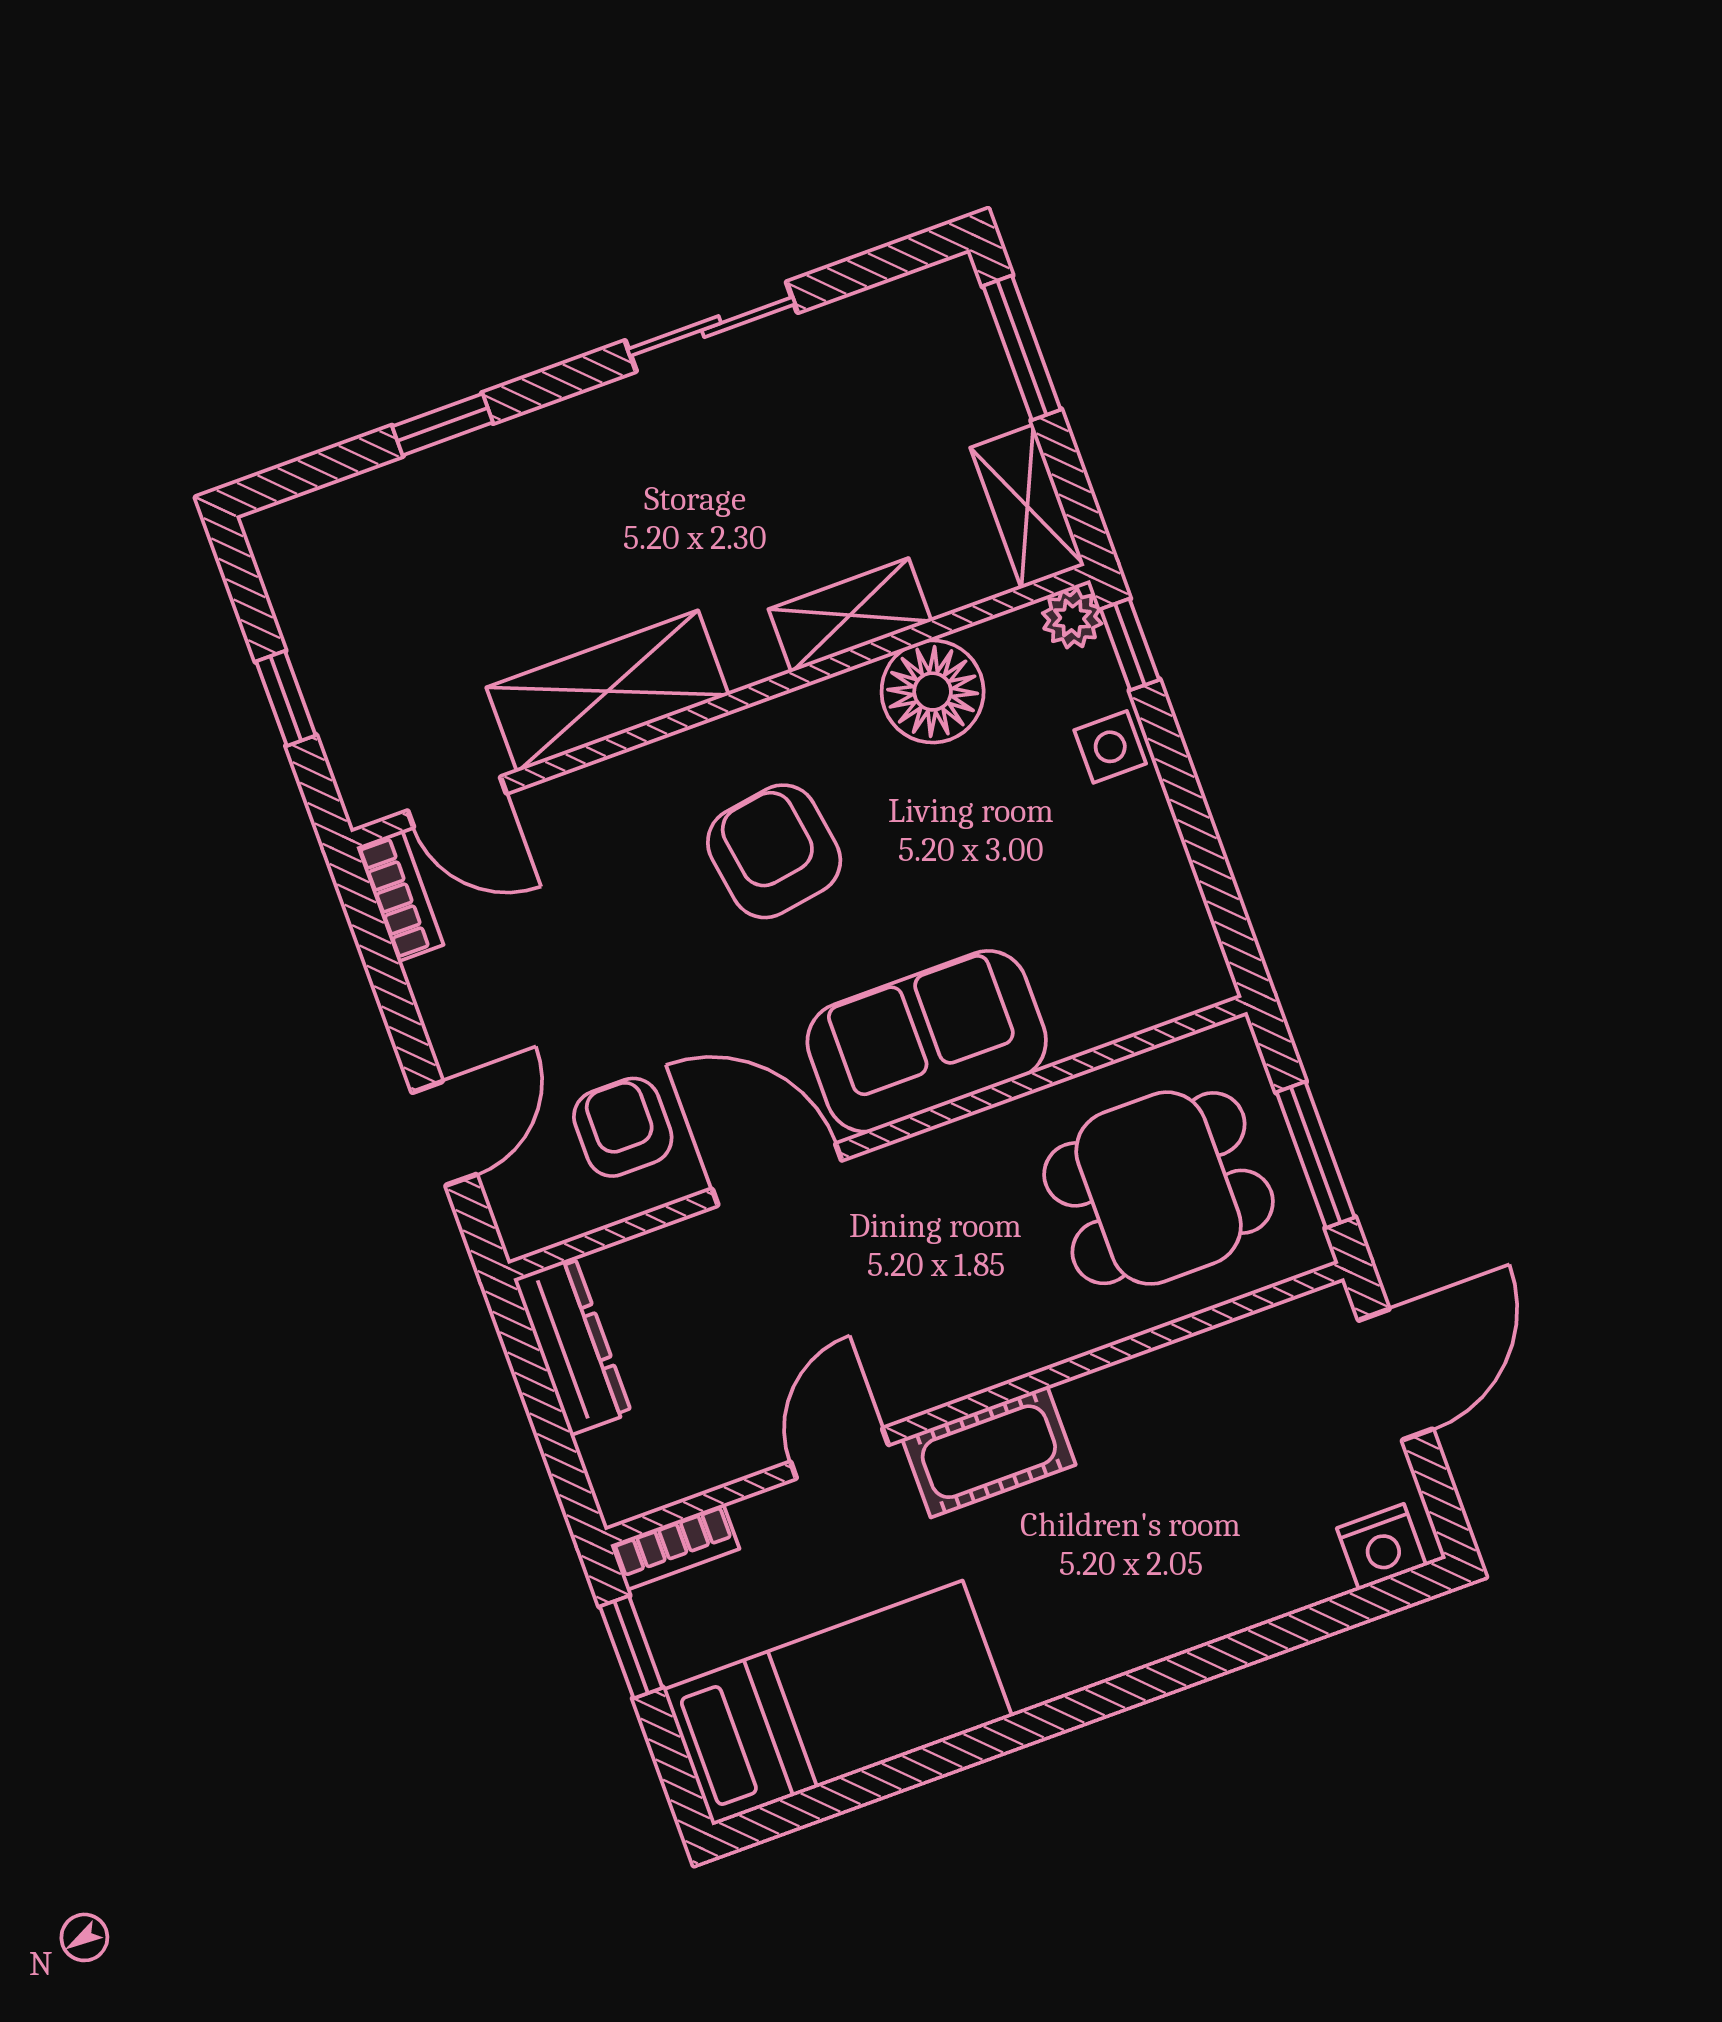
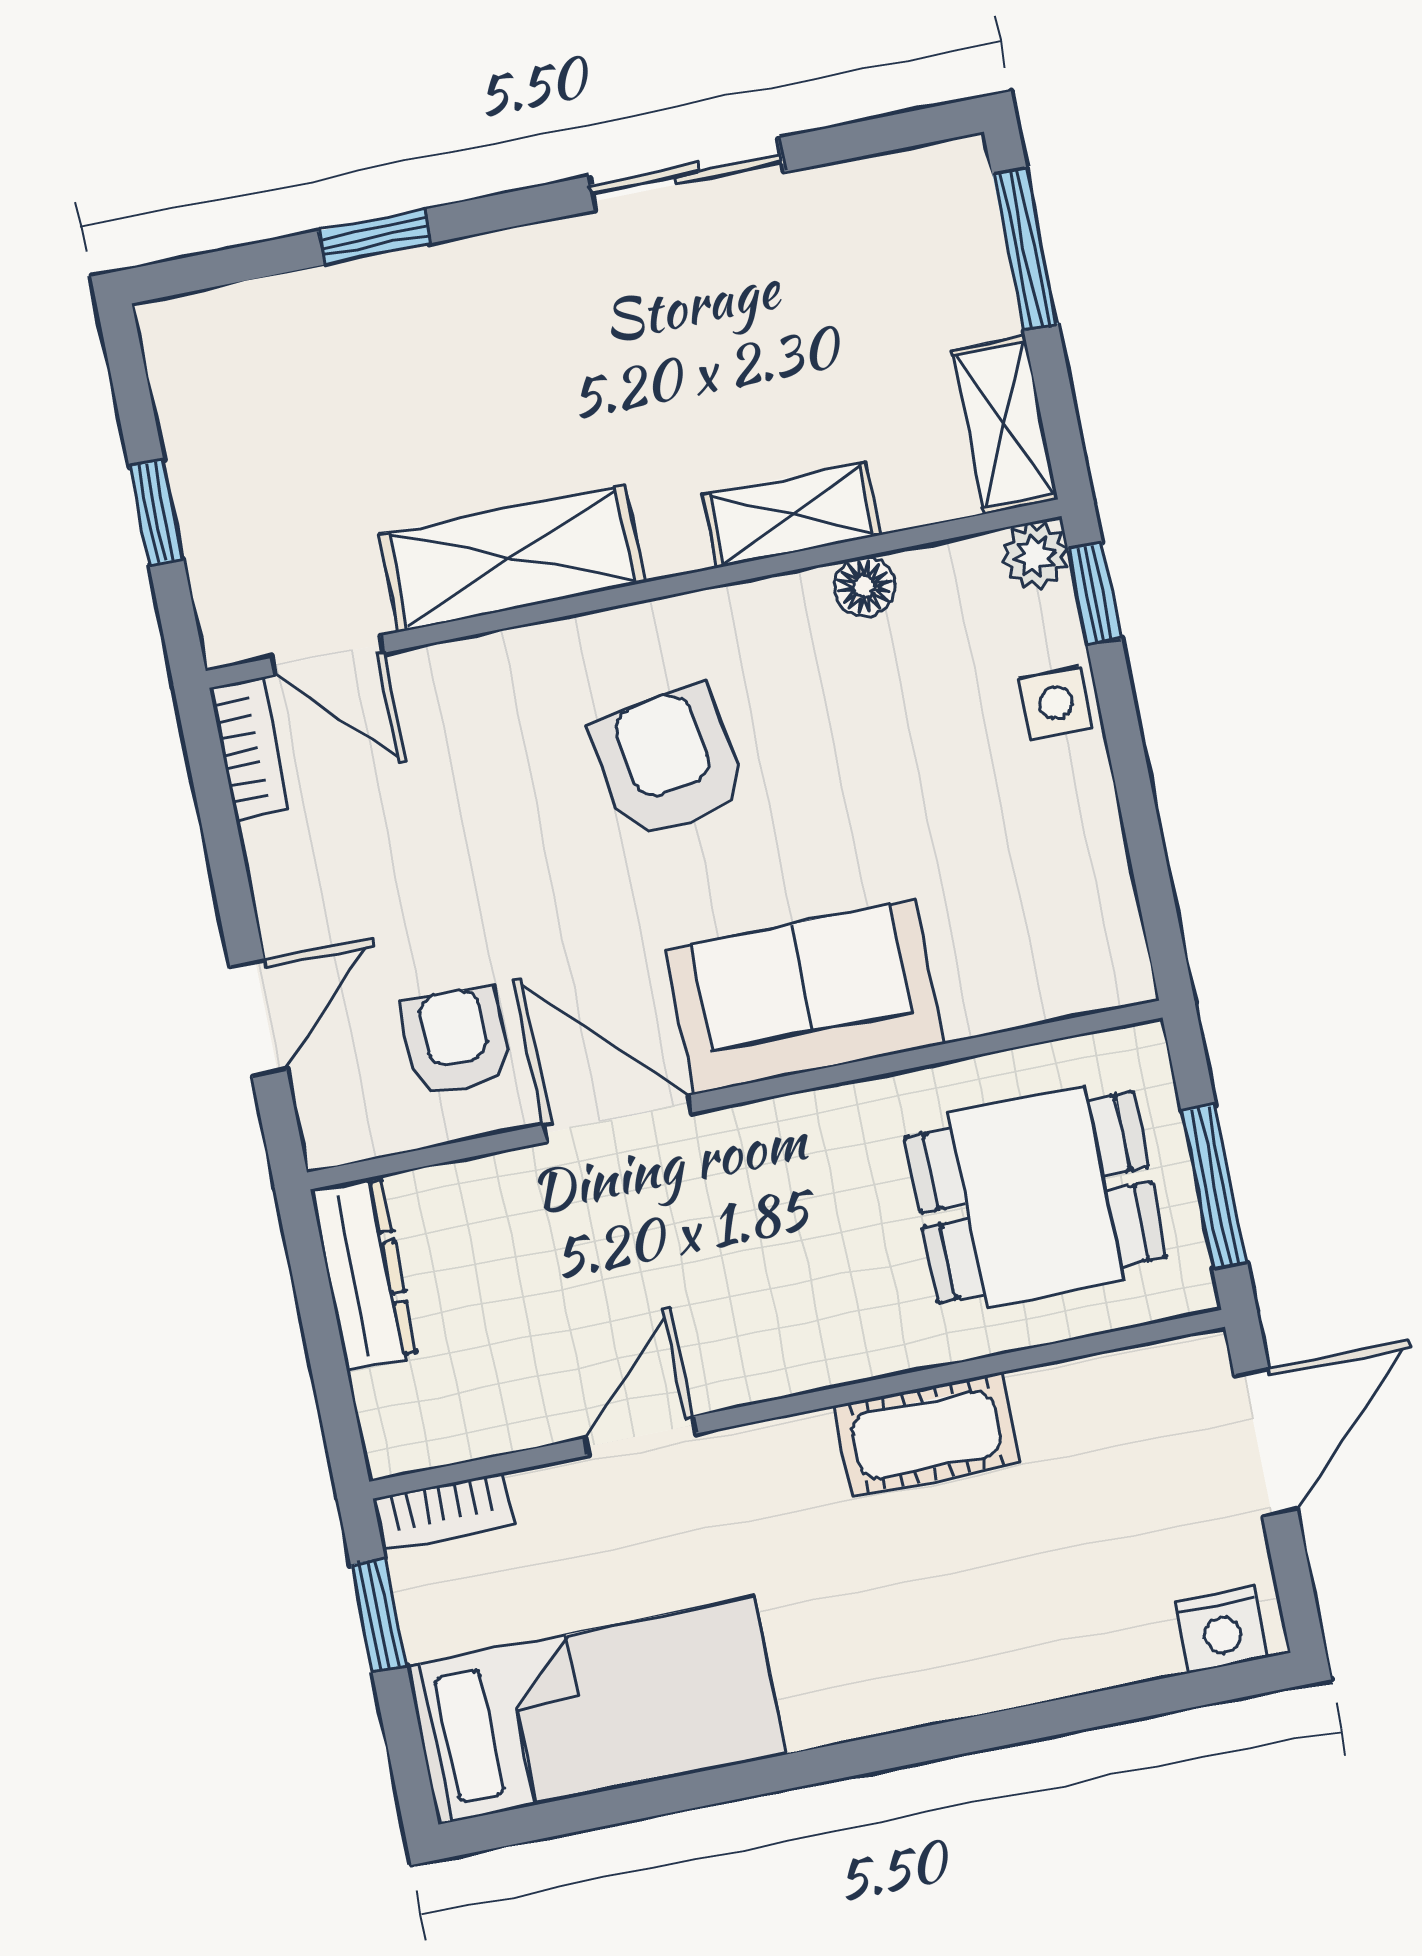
floor lamp: (933, 692) -> (864, 587), width x0.53, depth x0.53
cot: (989, 1452) -> (926, 1435), moved

